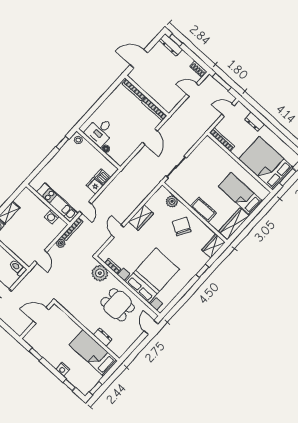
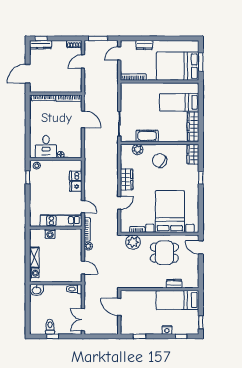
cot: (203, 210) -> (147, 136), moved
washing machine: (52, 217) -> (50, 234), moved
door: (118, 231) -> (119, 203), swing flipped
door: (41, 315) -> (119, 307), hinge flipped

